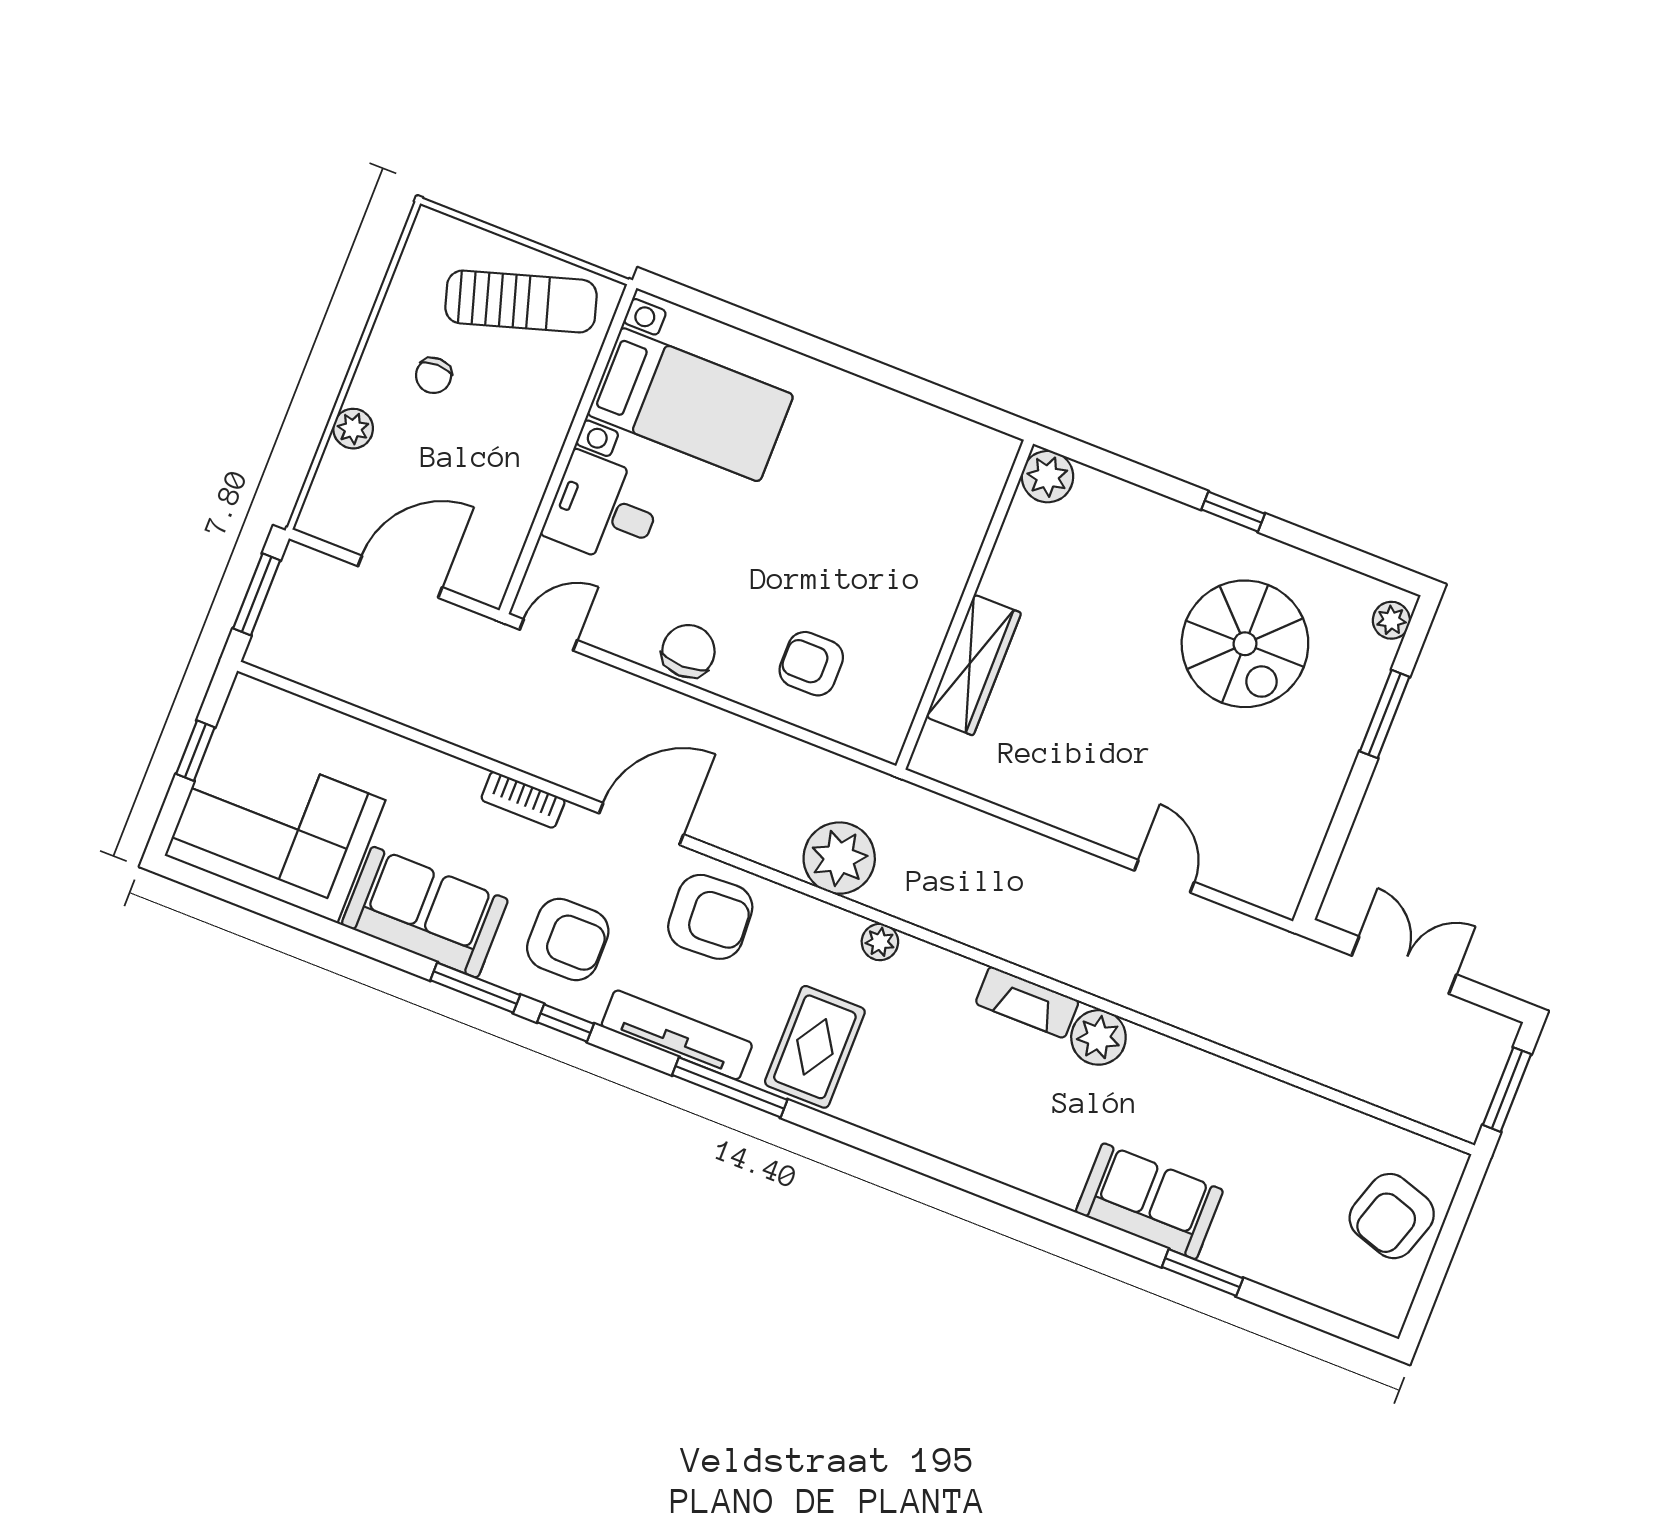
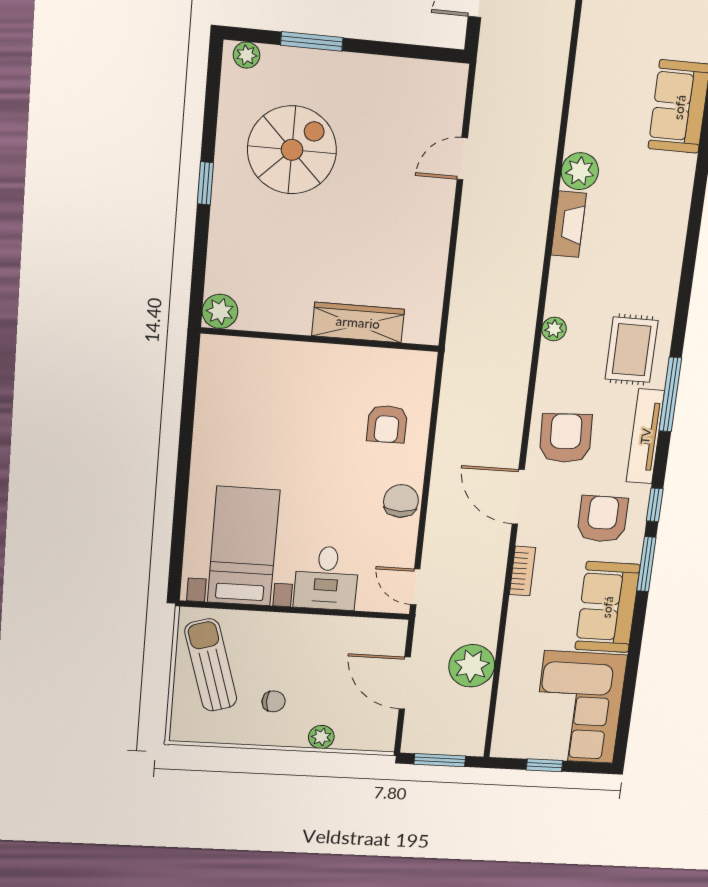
chair: (688, 651) -> (401, 501), turned 90
plant: (839, 858) -> (472, 666), moved
rug: (815, 1047) -> (632, 350), turned 90

